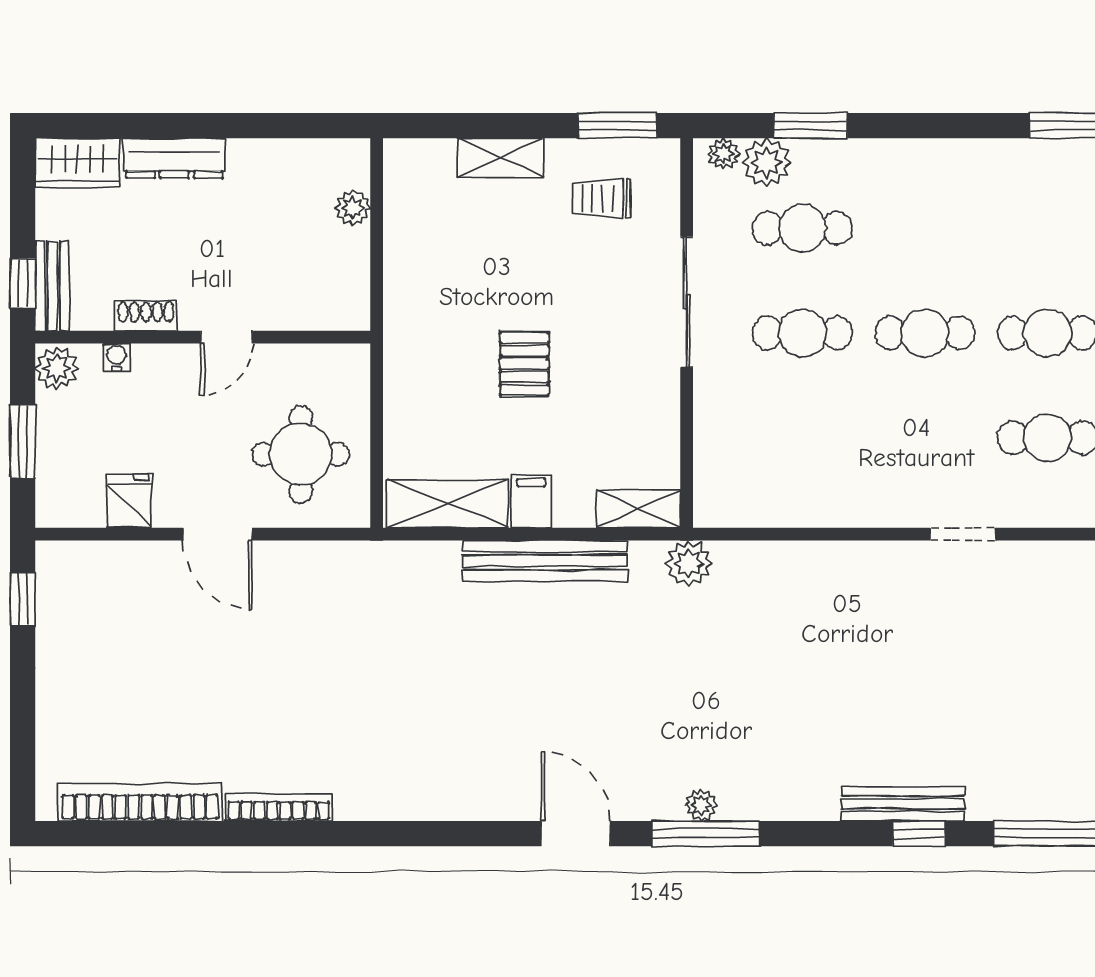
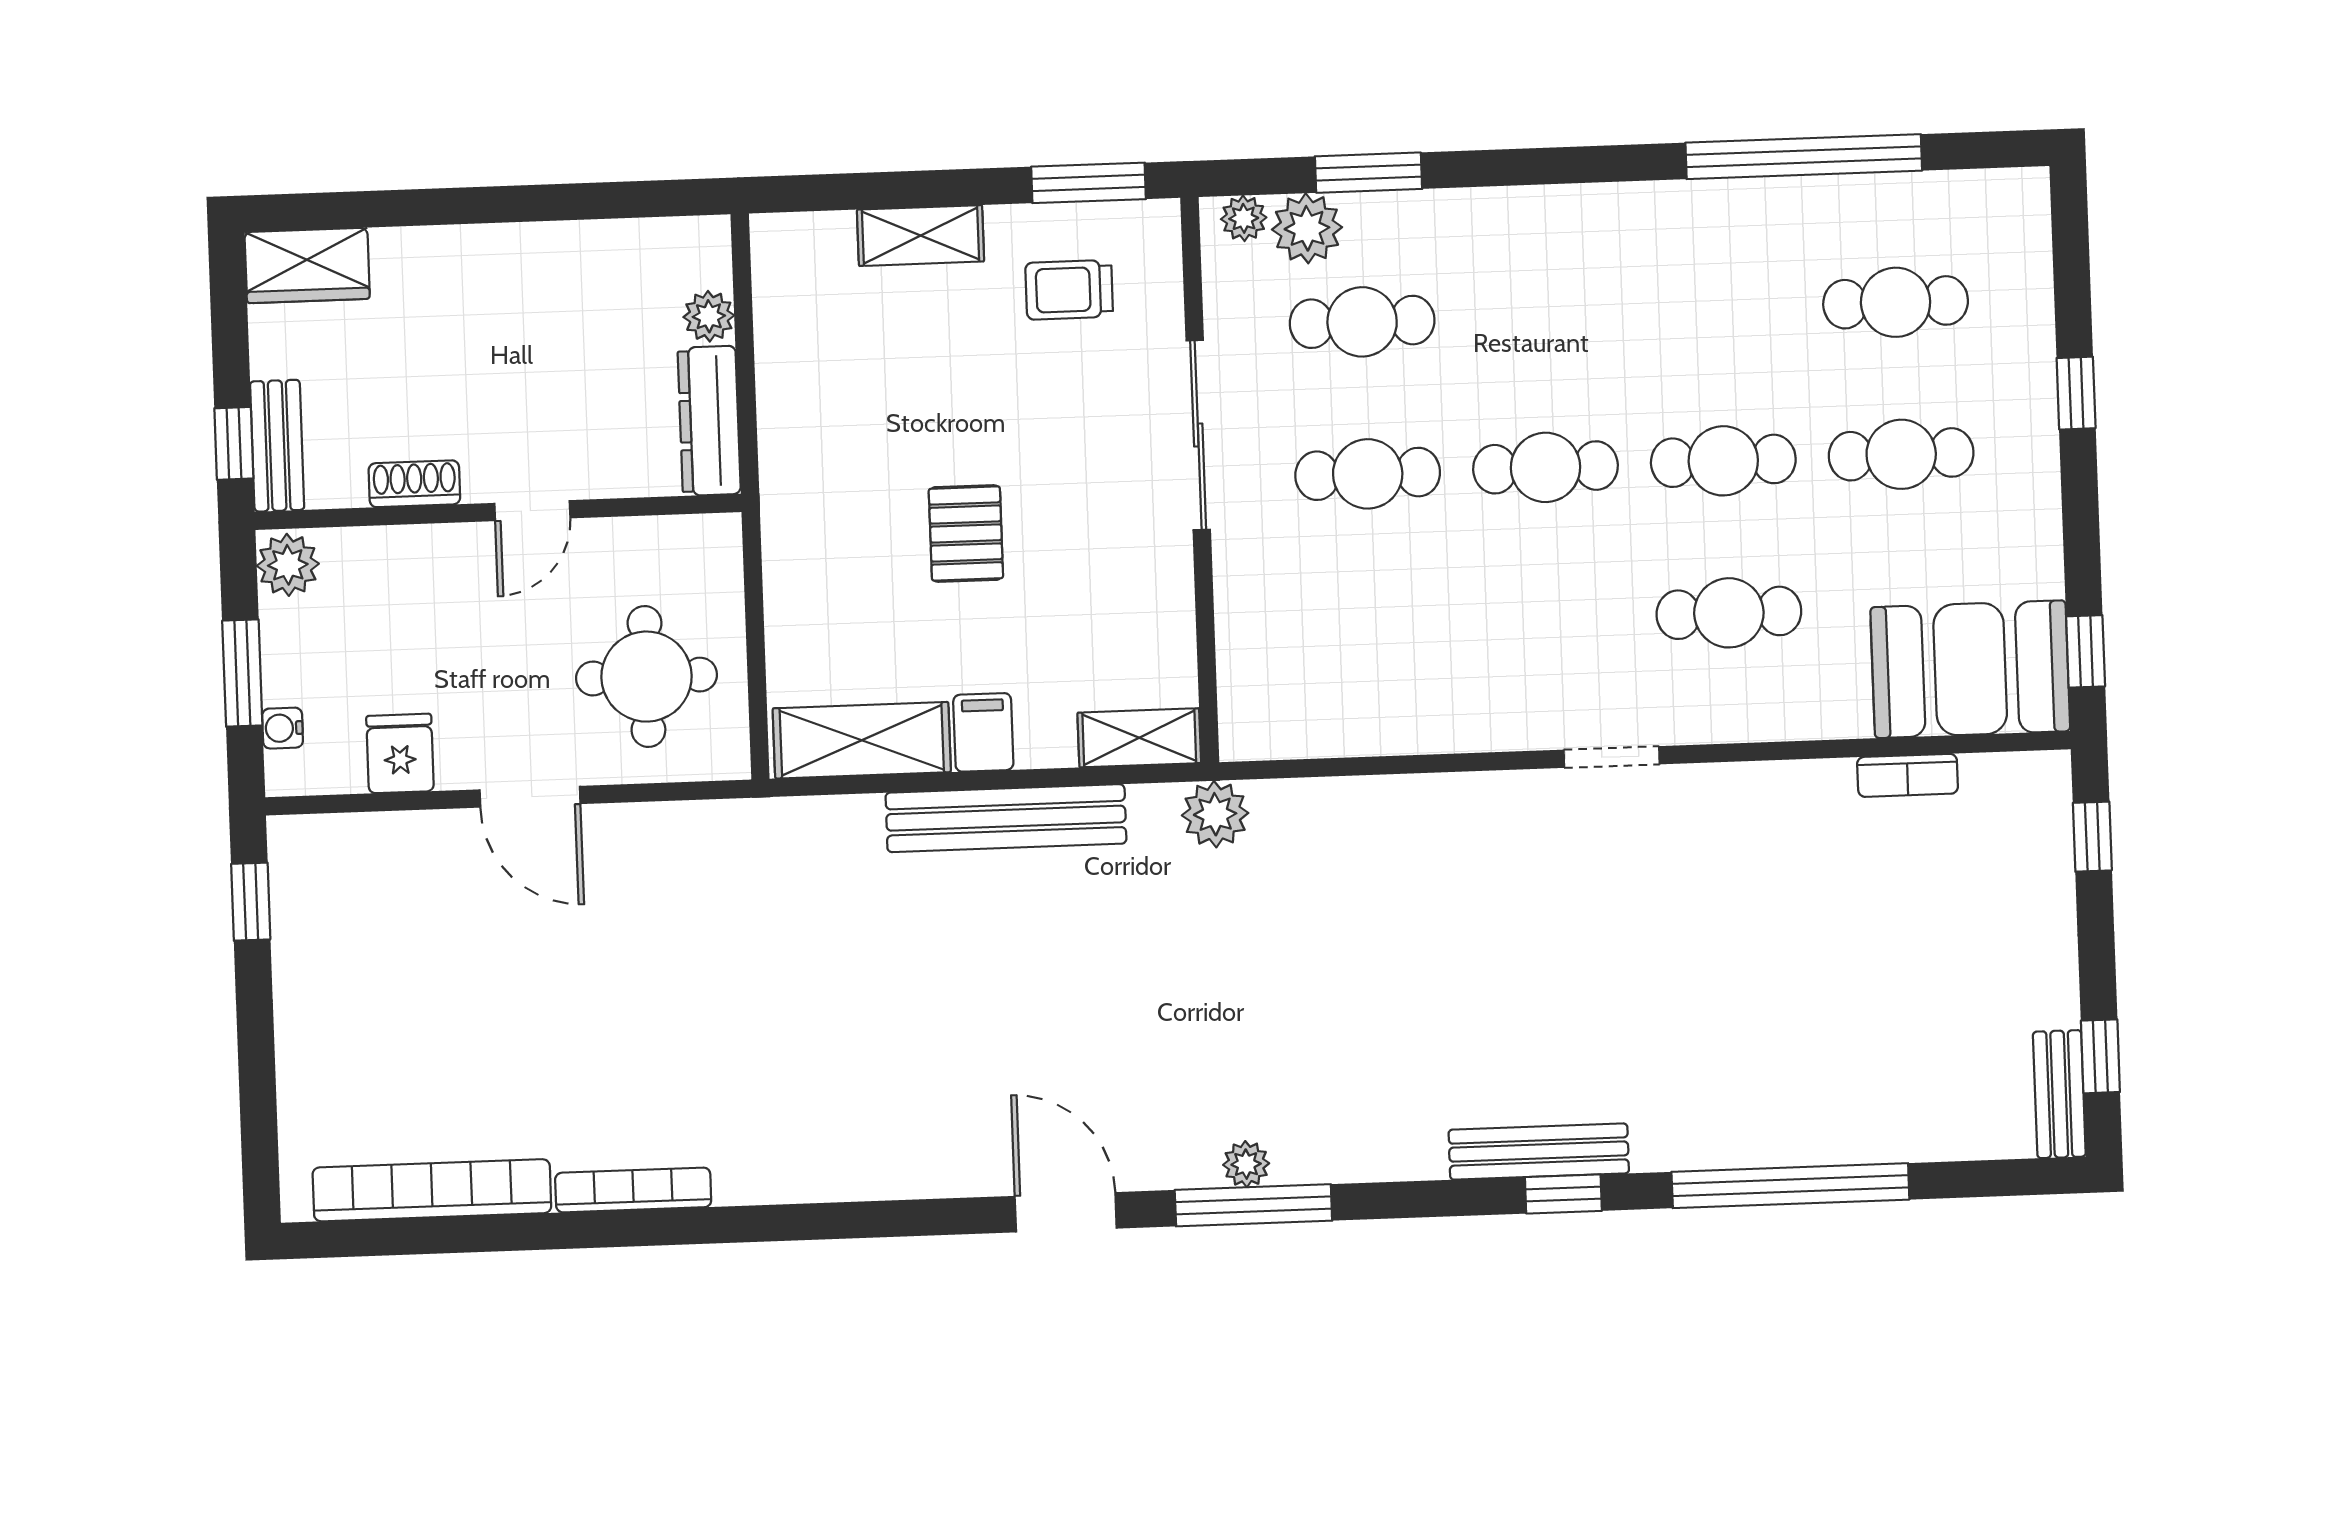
dresser: (174, 158) -> (709, 421), moved, turned 90
water cooler: (117, 357) -> (283, 728), moved, turned -90

